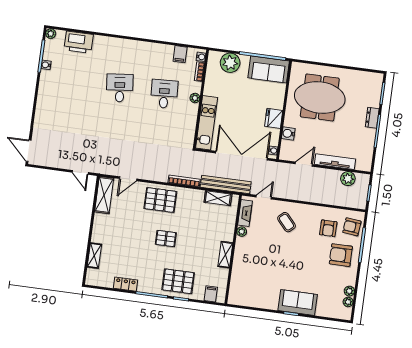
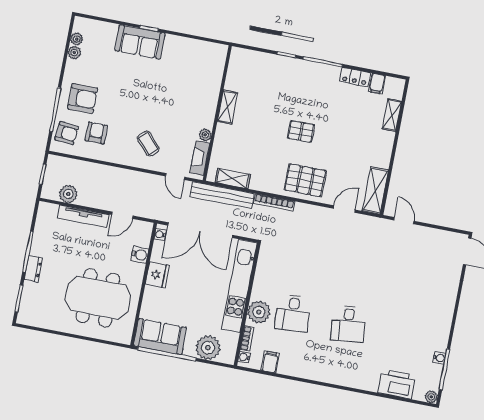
plant: (195, 98) -> (259, 312), width x1.88, depth x1.88
kitchen unit: (207, 123) -> (239, 286), width x1.36
door: (264, 197) -> (175, 177), hinge flipped
pallet: (178, 281) -> (289, 77), removed
filing cabinet: (211, 294) -> (377, 84), moved

